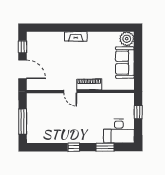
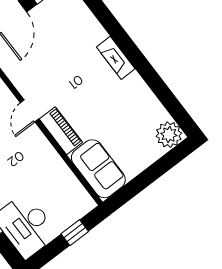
sofa: (125, 63) -> (98, 169), moved, turned 90

